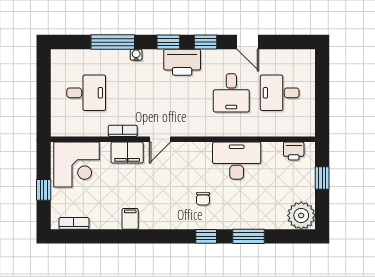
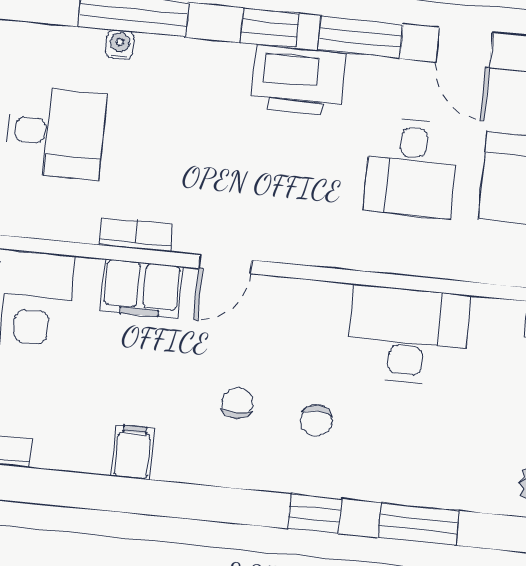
window: (205, 42) -> (360, 37), width x1.50
water cooler: (136, 55) -> (120, 45), moved
chair: (171, 195) -> (237, 403), added

